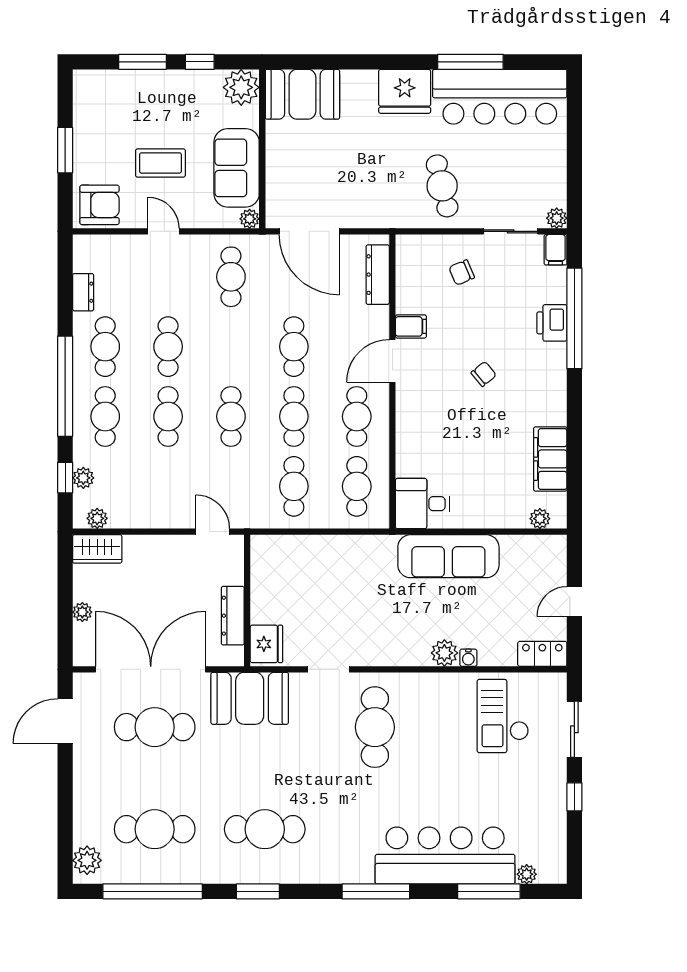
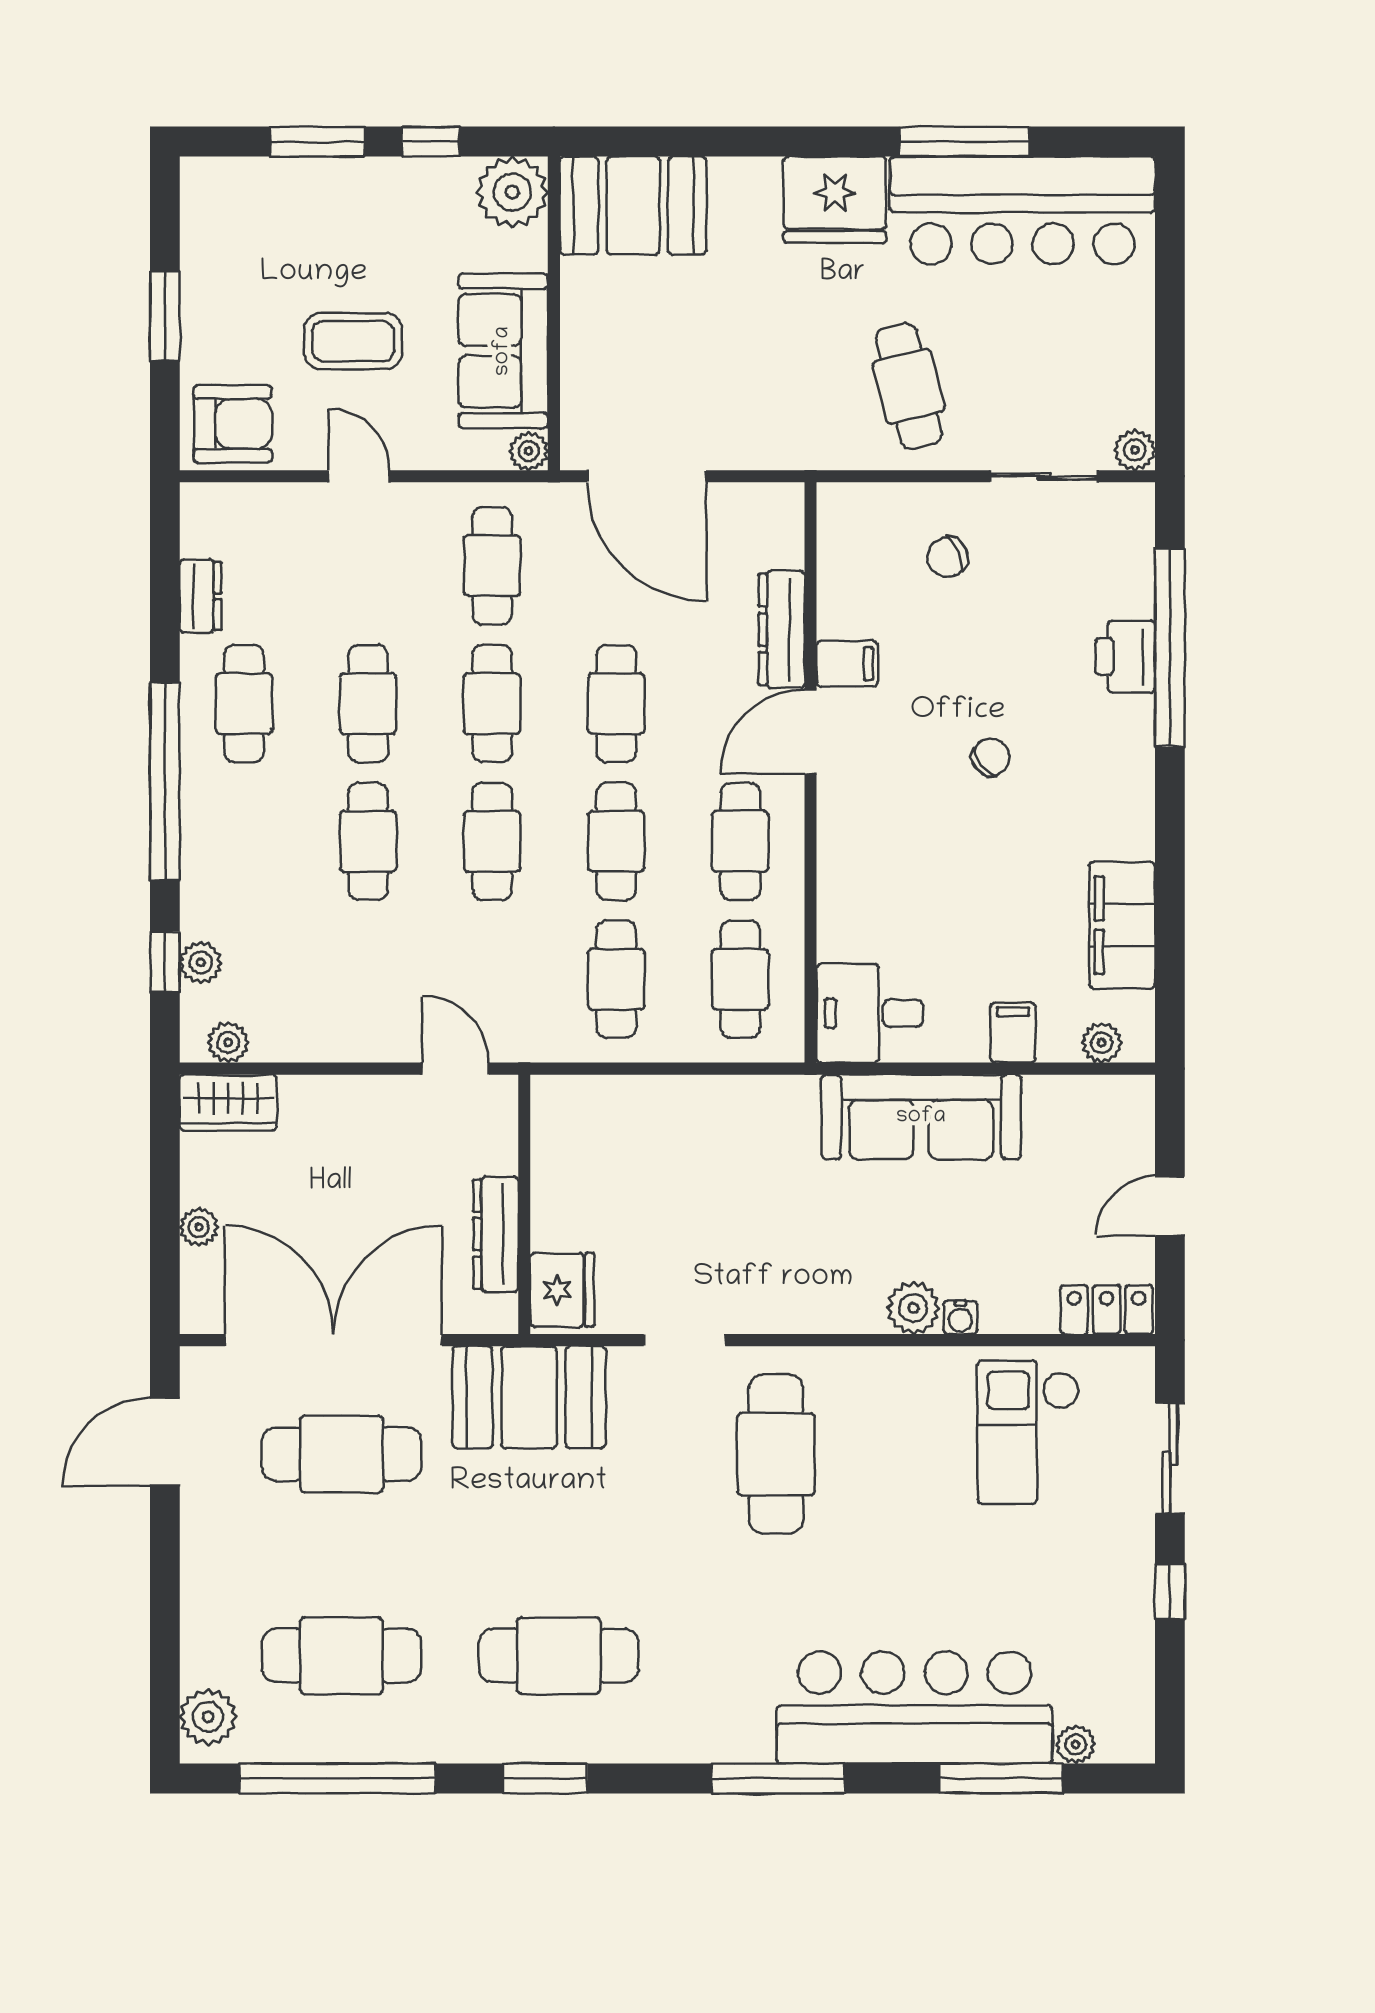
filing cabinet: (556, 250) -> (1013, 1033), moved, turned 180
dresser: (378, 275) -> (782, 629), moved
cafe table: (105, 417) -> (492, 703), moved

